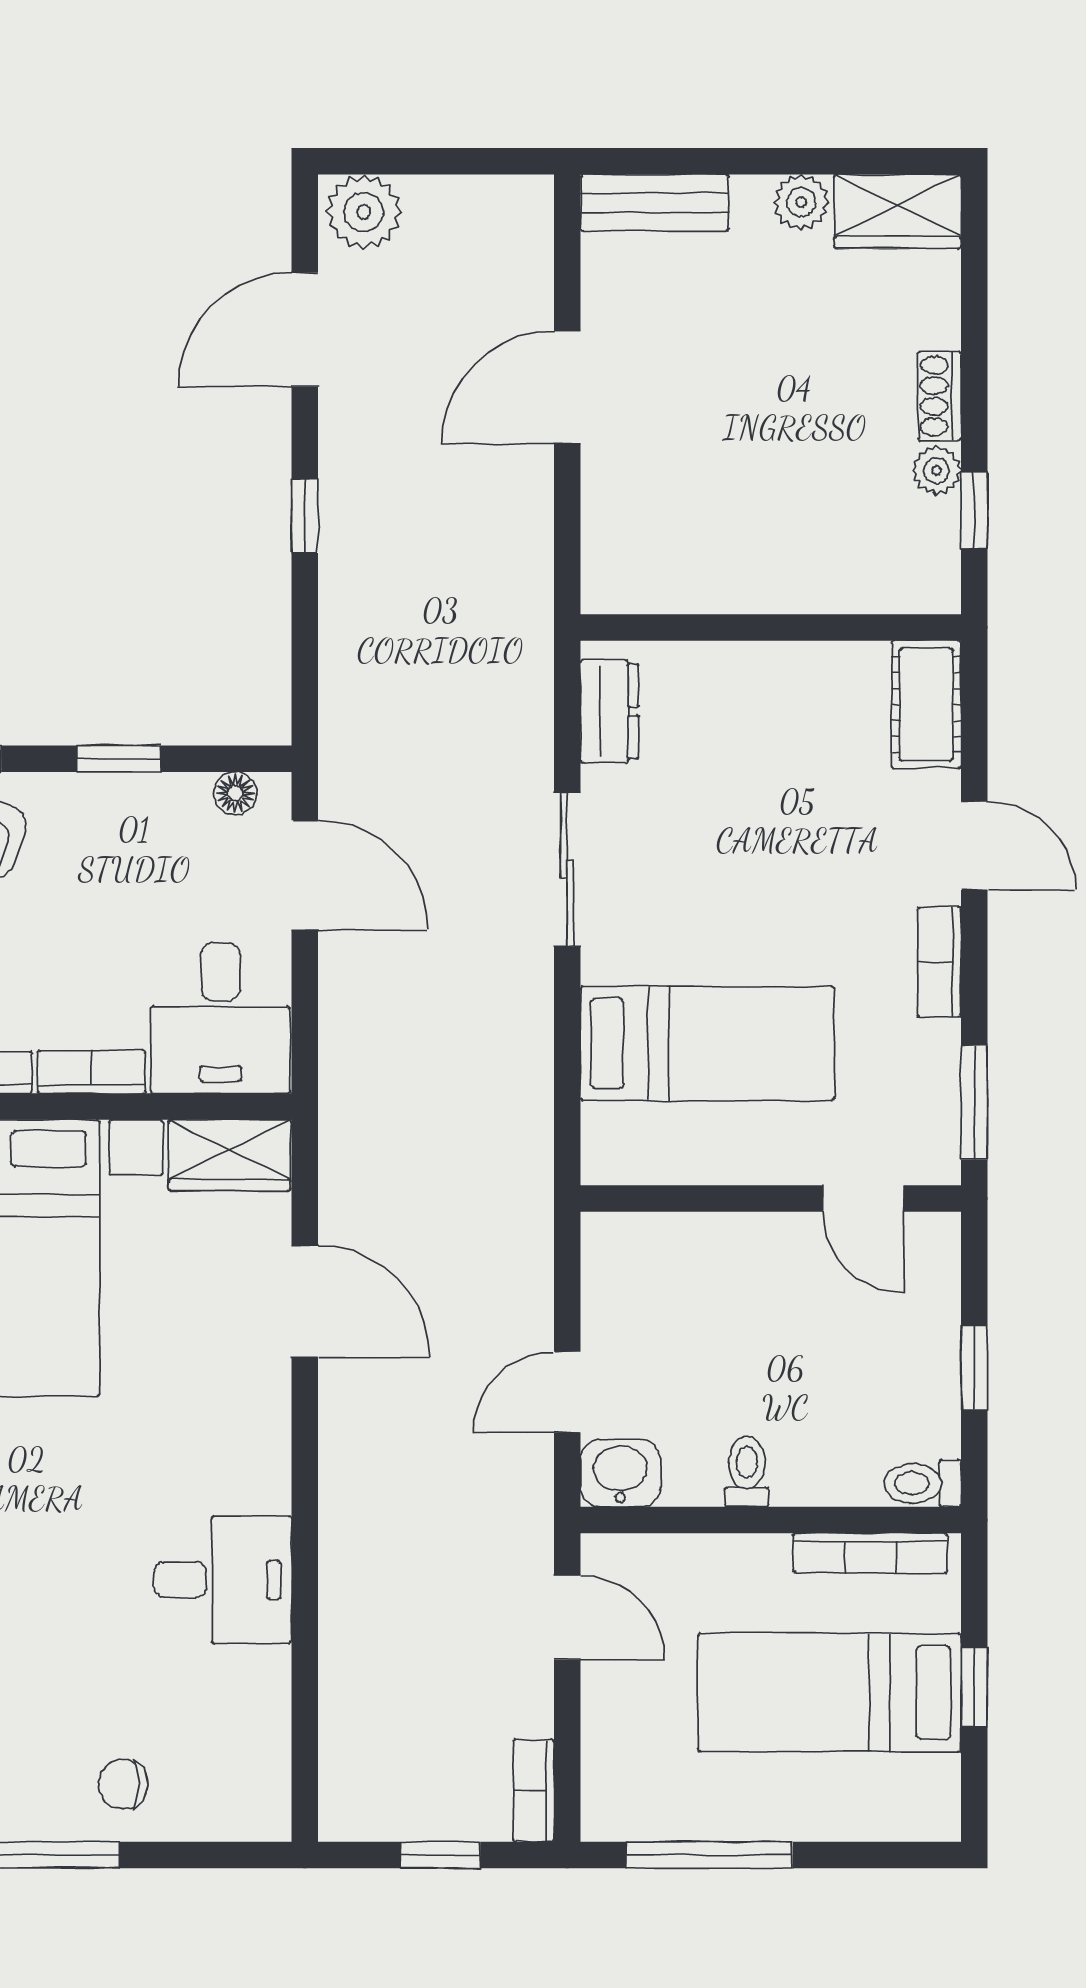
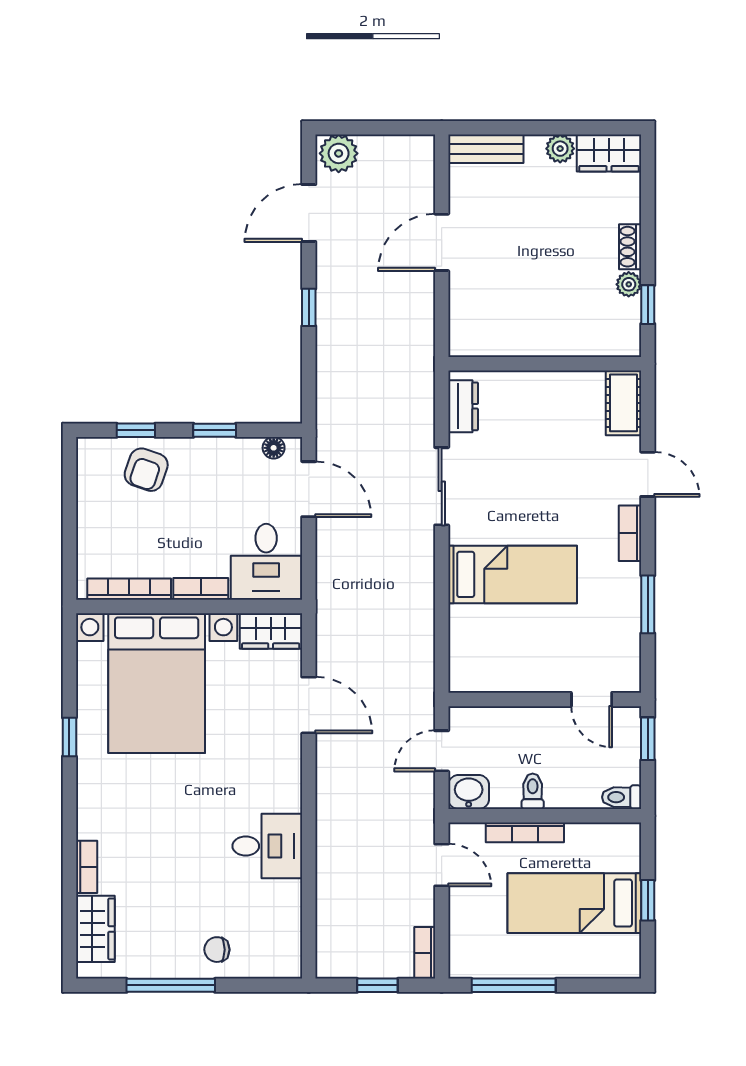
wall: (771, 1198) -> (545, 699), moved
door: (863, 1198) -> (592, 699), moved
bookcase: (870, 1553) -> (525, 832), moved

